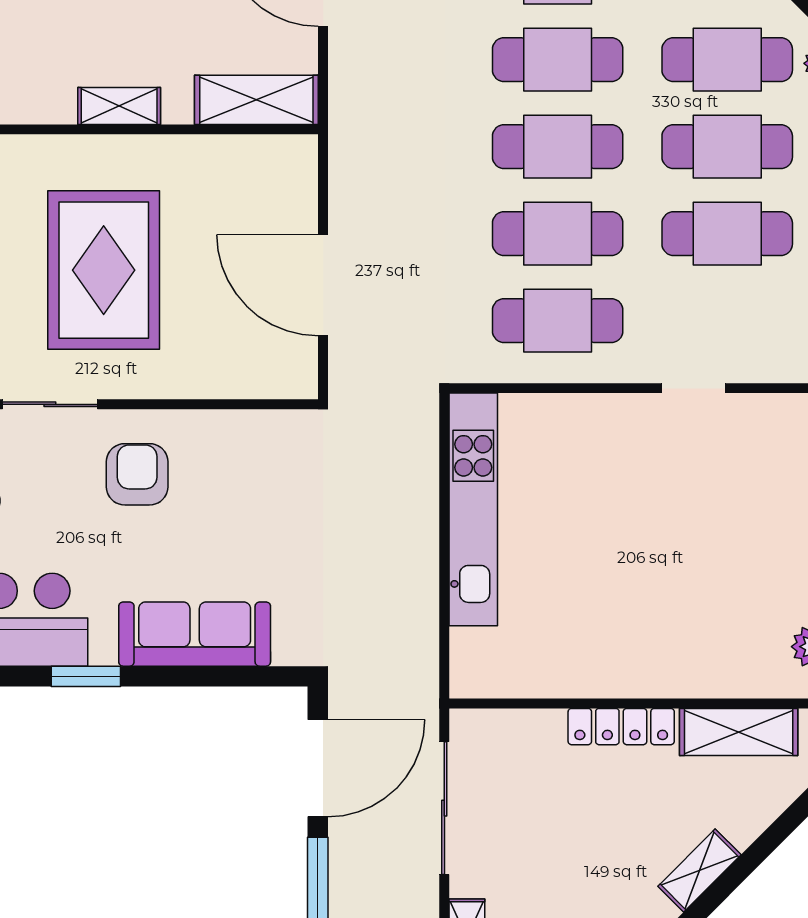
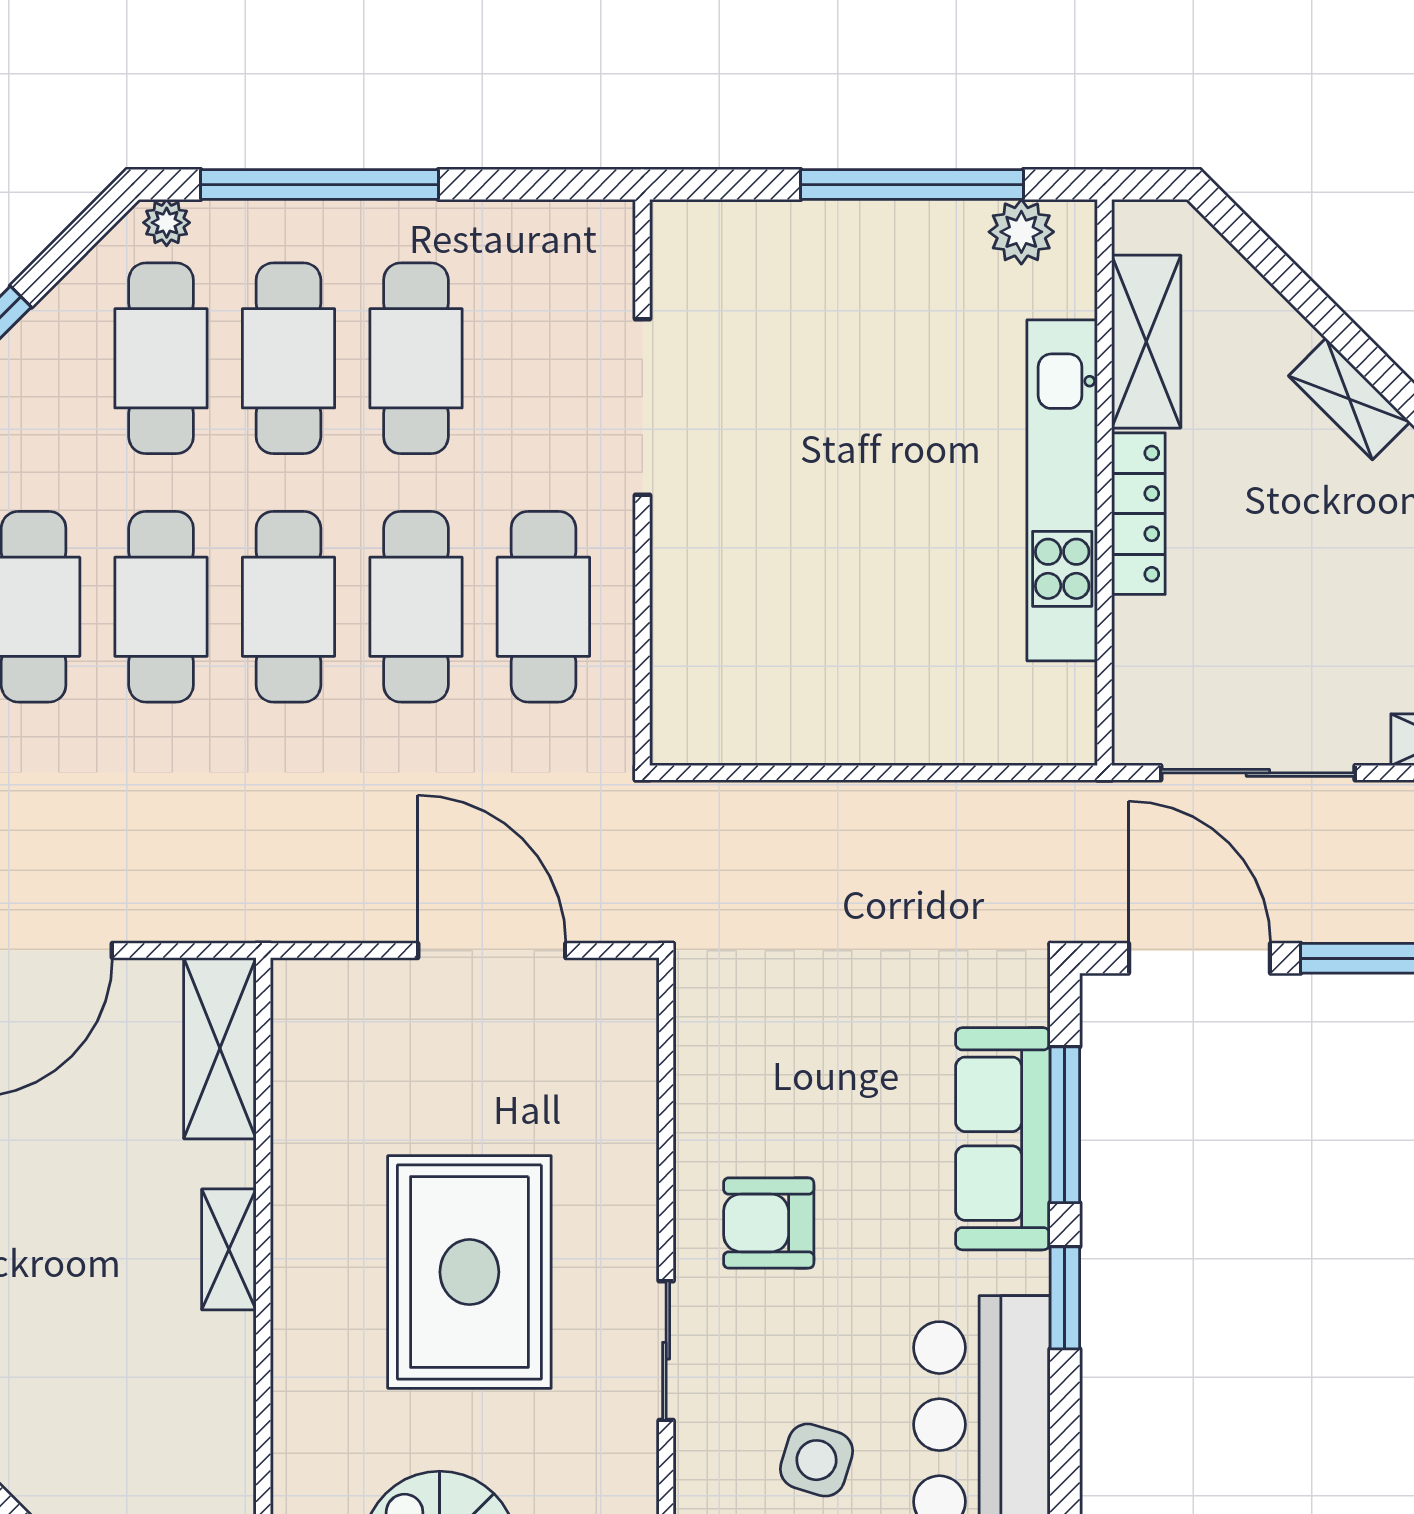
rug: (104, 270) -> (469, 1272), turned 90
door: (323, 285) -> (492, 951), swing flipped
doorway: (694, 388) -> (642, 407), width x1.88
kitchen unit: (473, 509) -> (1062, 490), moved, turned -90
window: (204, 676) -> (1065, 1125), added

